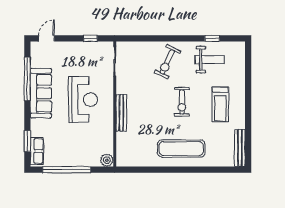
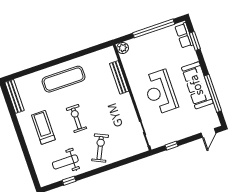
bench: (121, 113) -> (119, 77), moved

